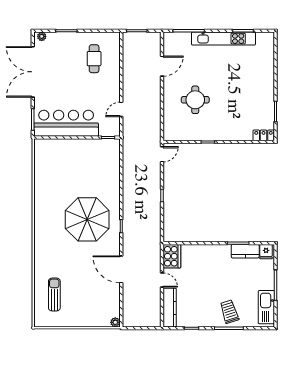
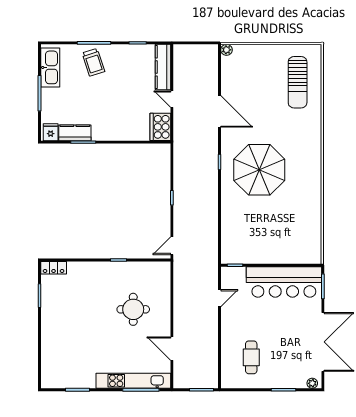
kitchen unit: (223, 39) -> (133, 381), moved
door: (162, 66) -> (172, 349), hinge flipped
sun lounger: (54, 294) -> (298, 82), width x1.36, depth x1.34

